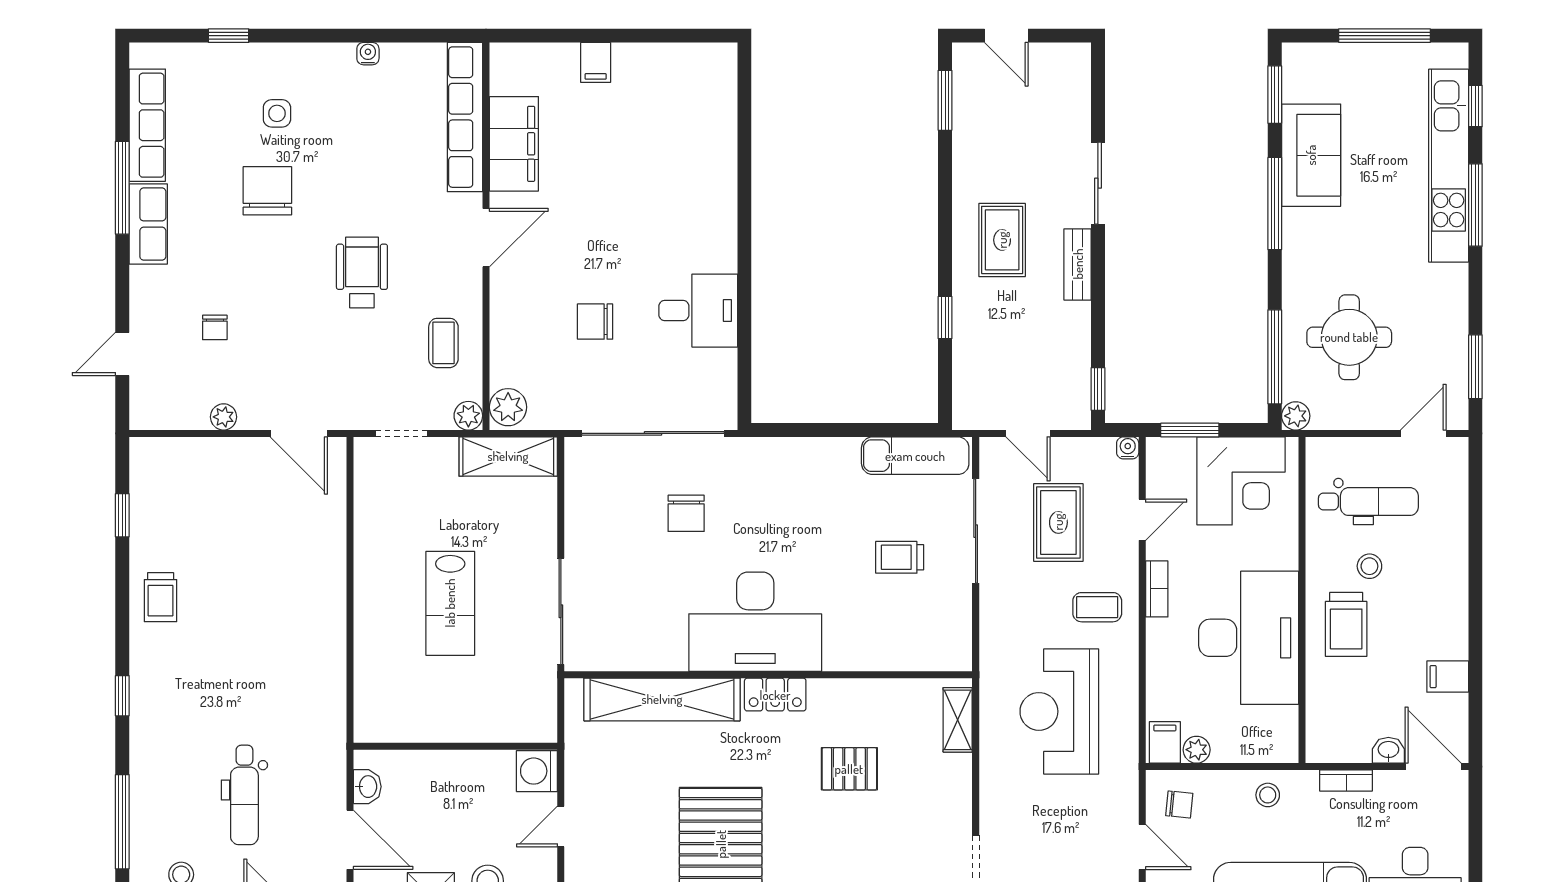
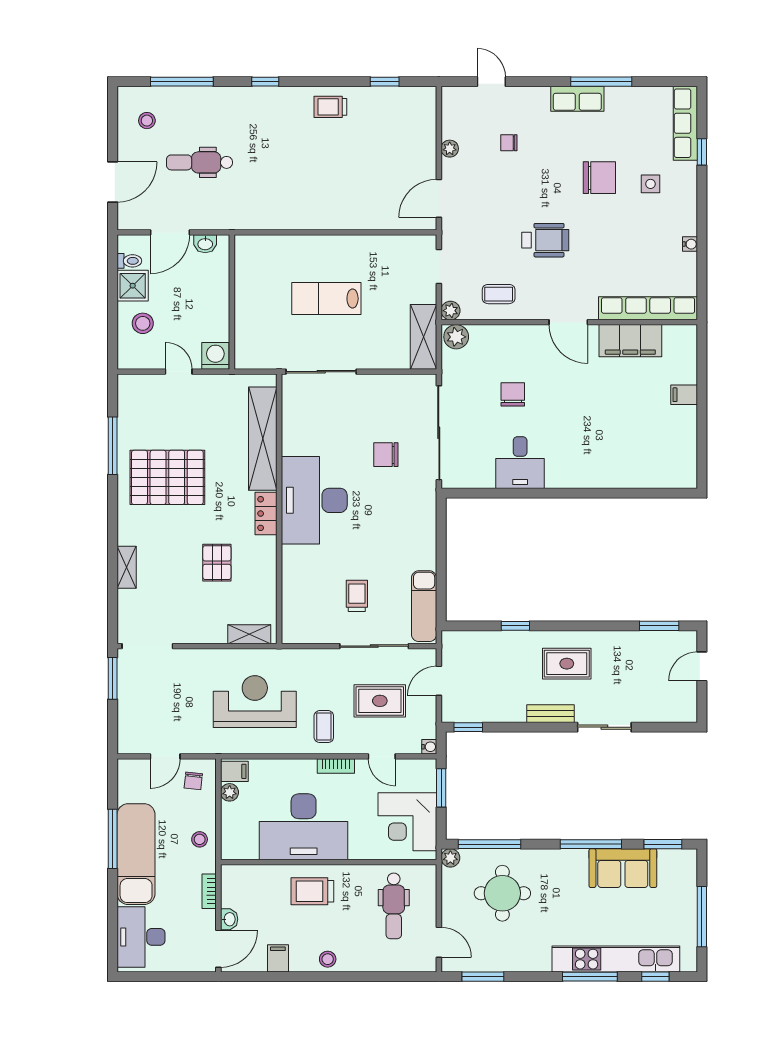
row of seats: (147, 125) -> (685, 123), moved, turned 90
stool: (1369, 566) -> (328, 959), moved

